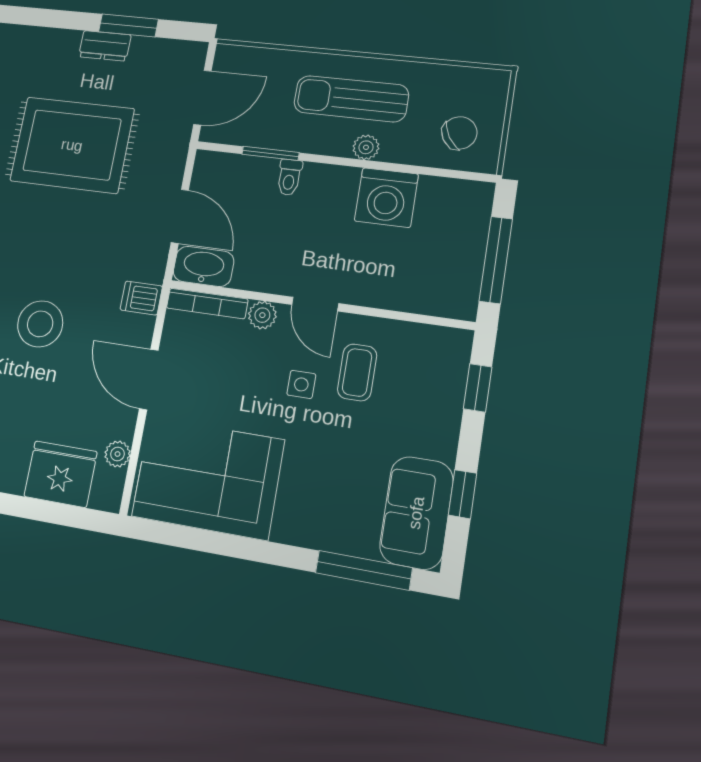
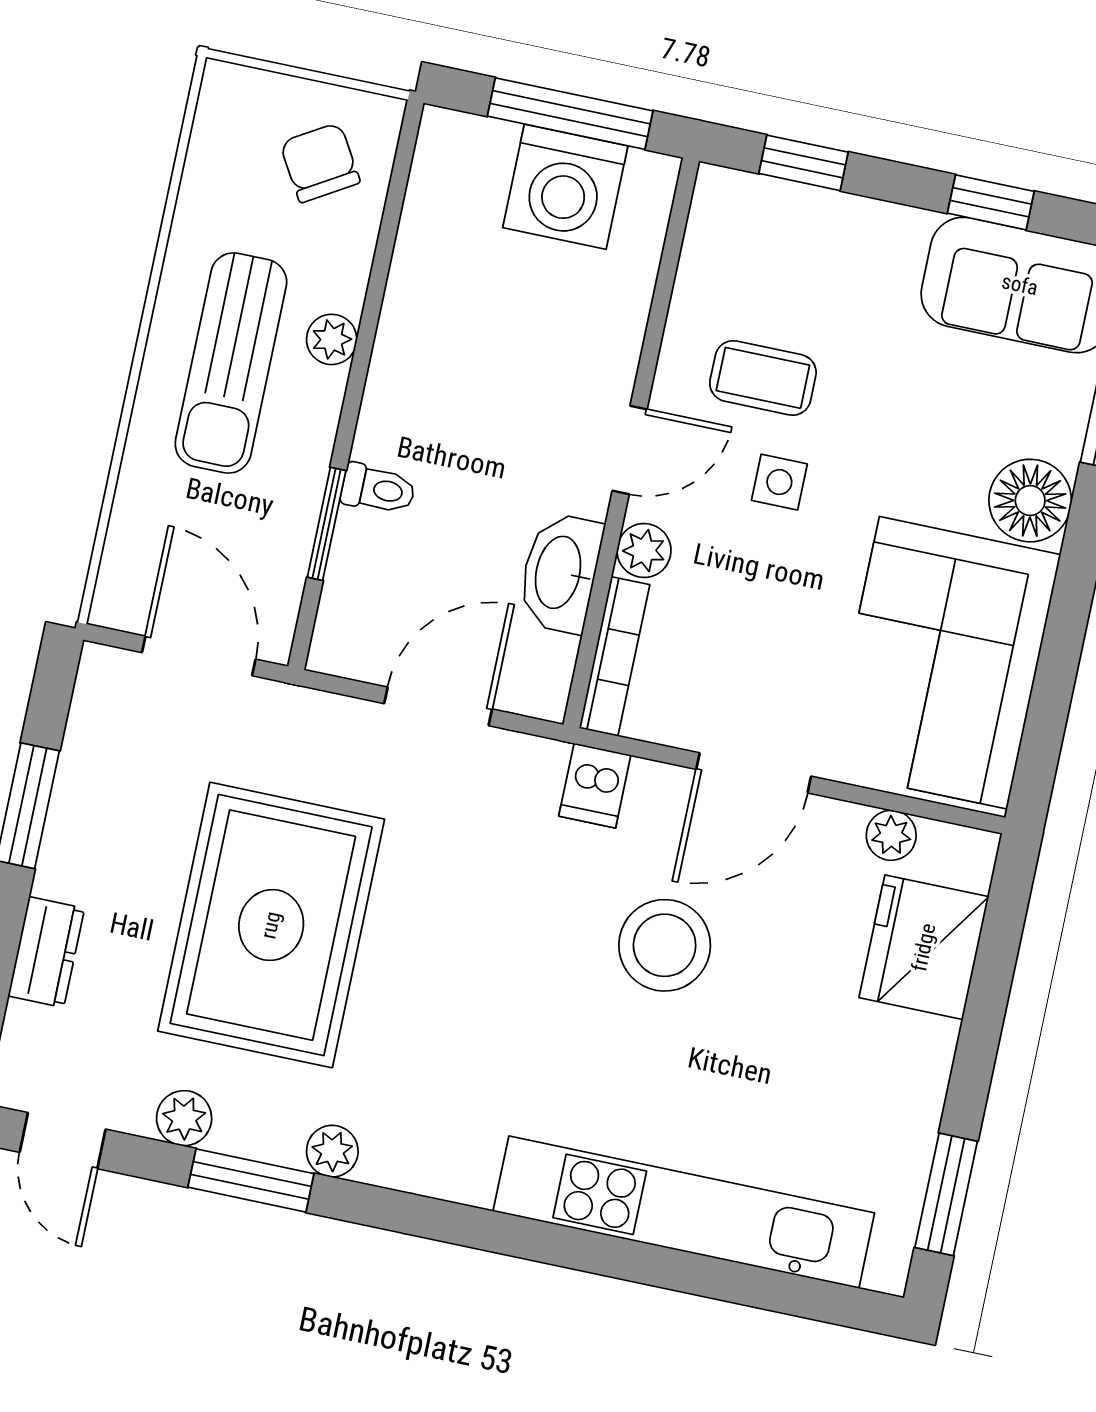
dresser: (105, 46) -> (46, 952), moved
washing machine: (386, 198) -> (565, 187), moved, turned 90
washbasin: (203, 266) -> (560, 573), moved
stool: (40, 324) -> (665, 945), moved
floor lamp: (297, 523) -> (1030, 501), added

